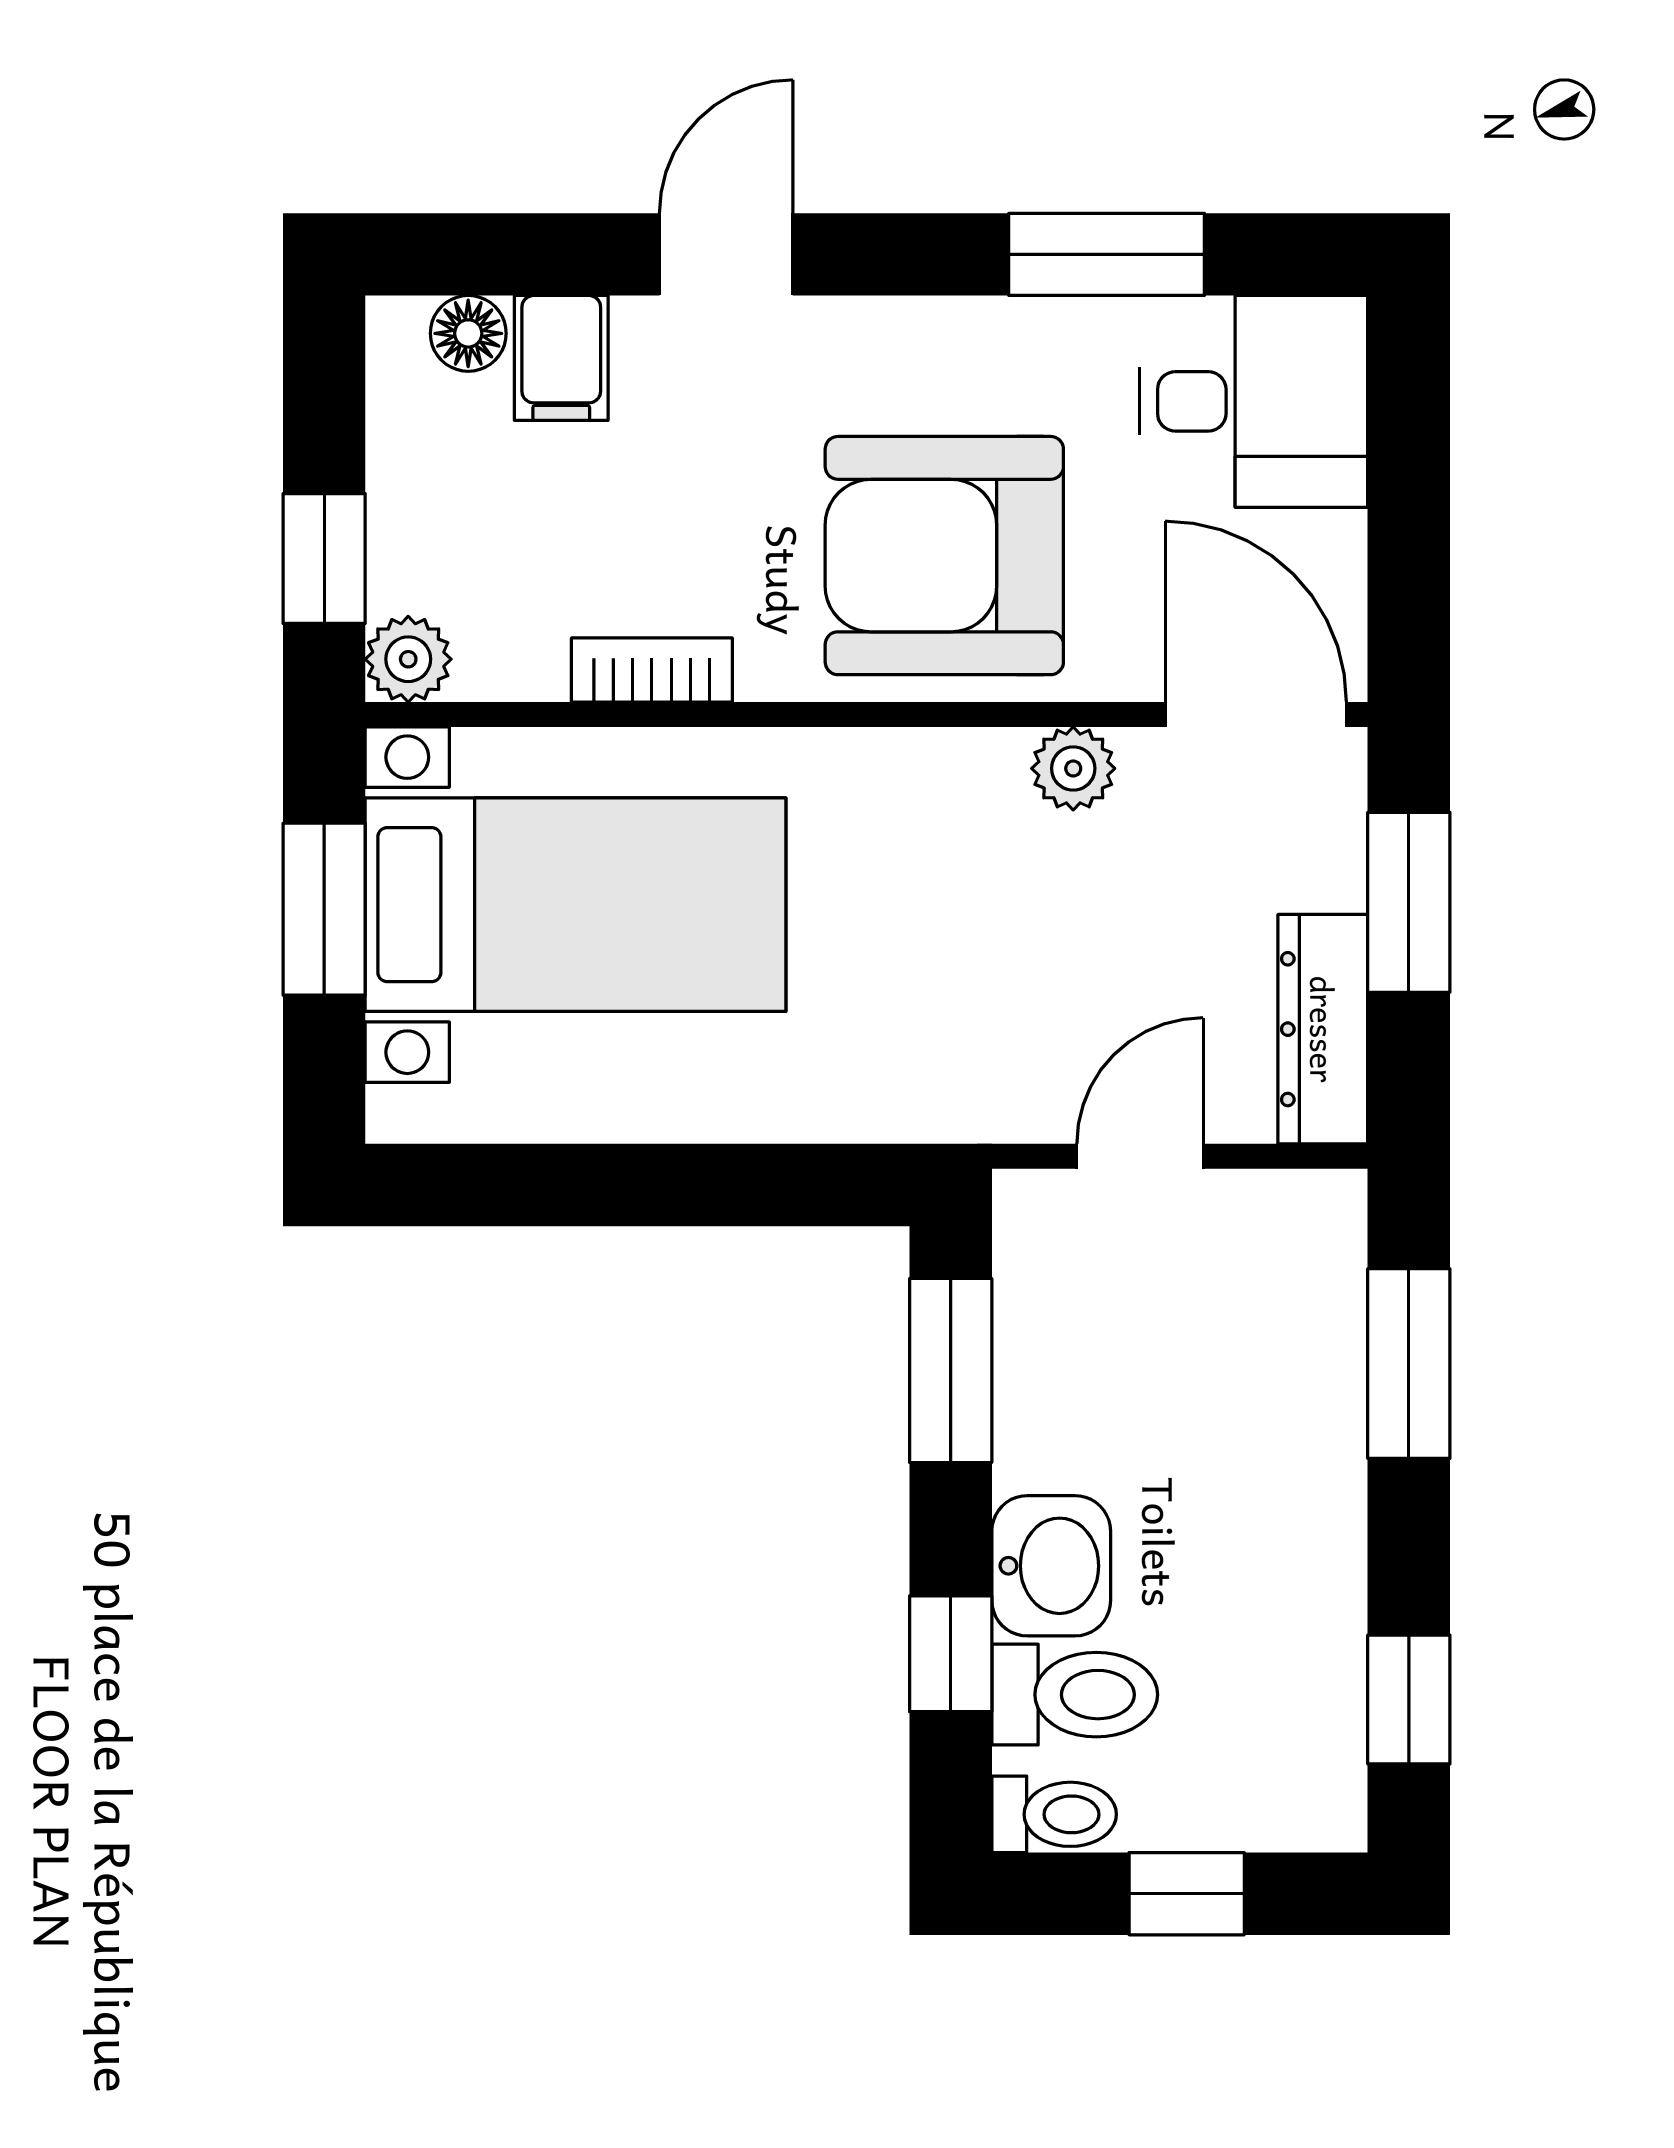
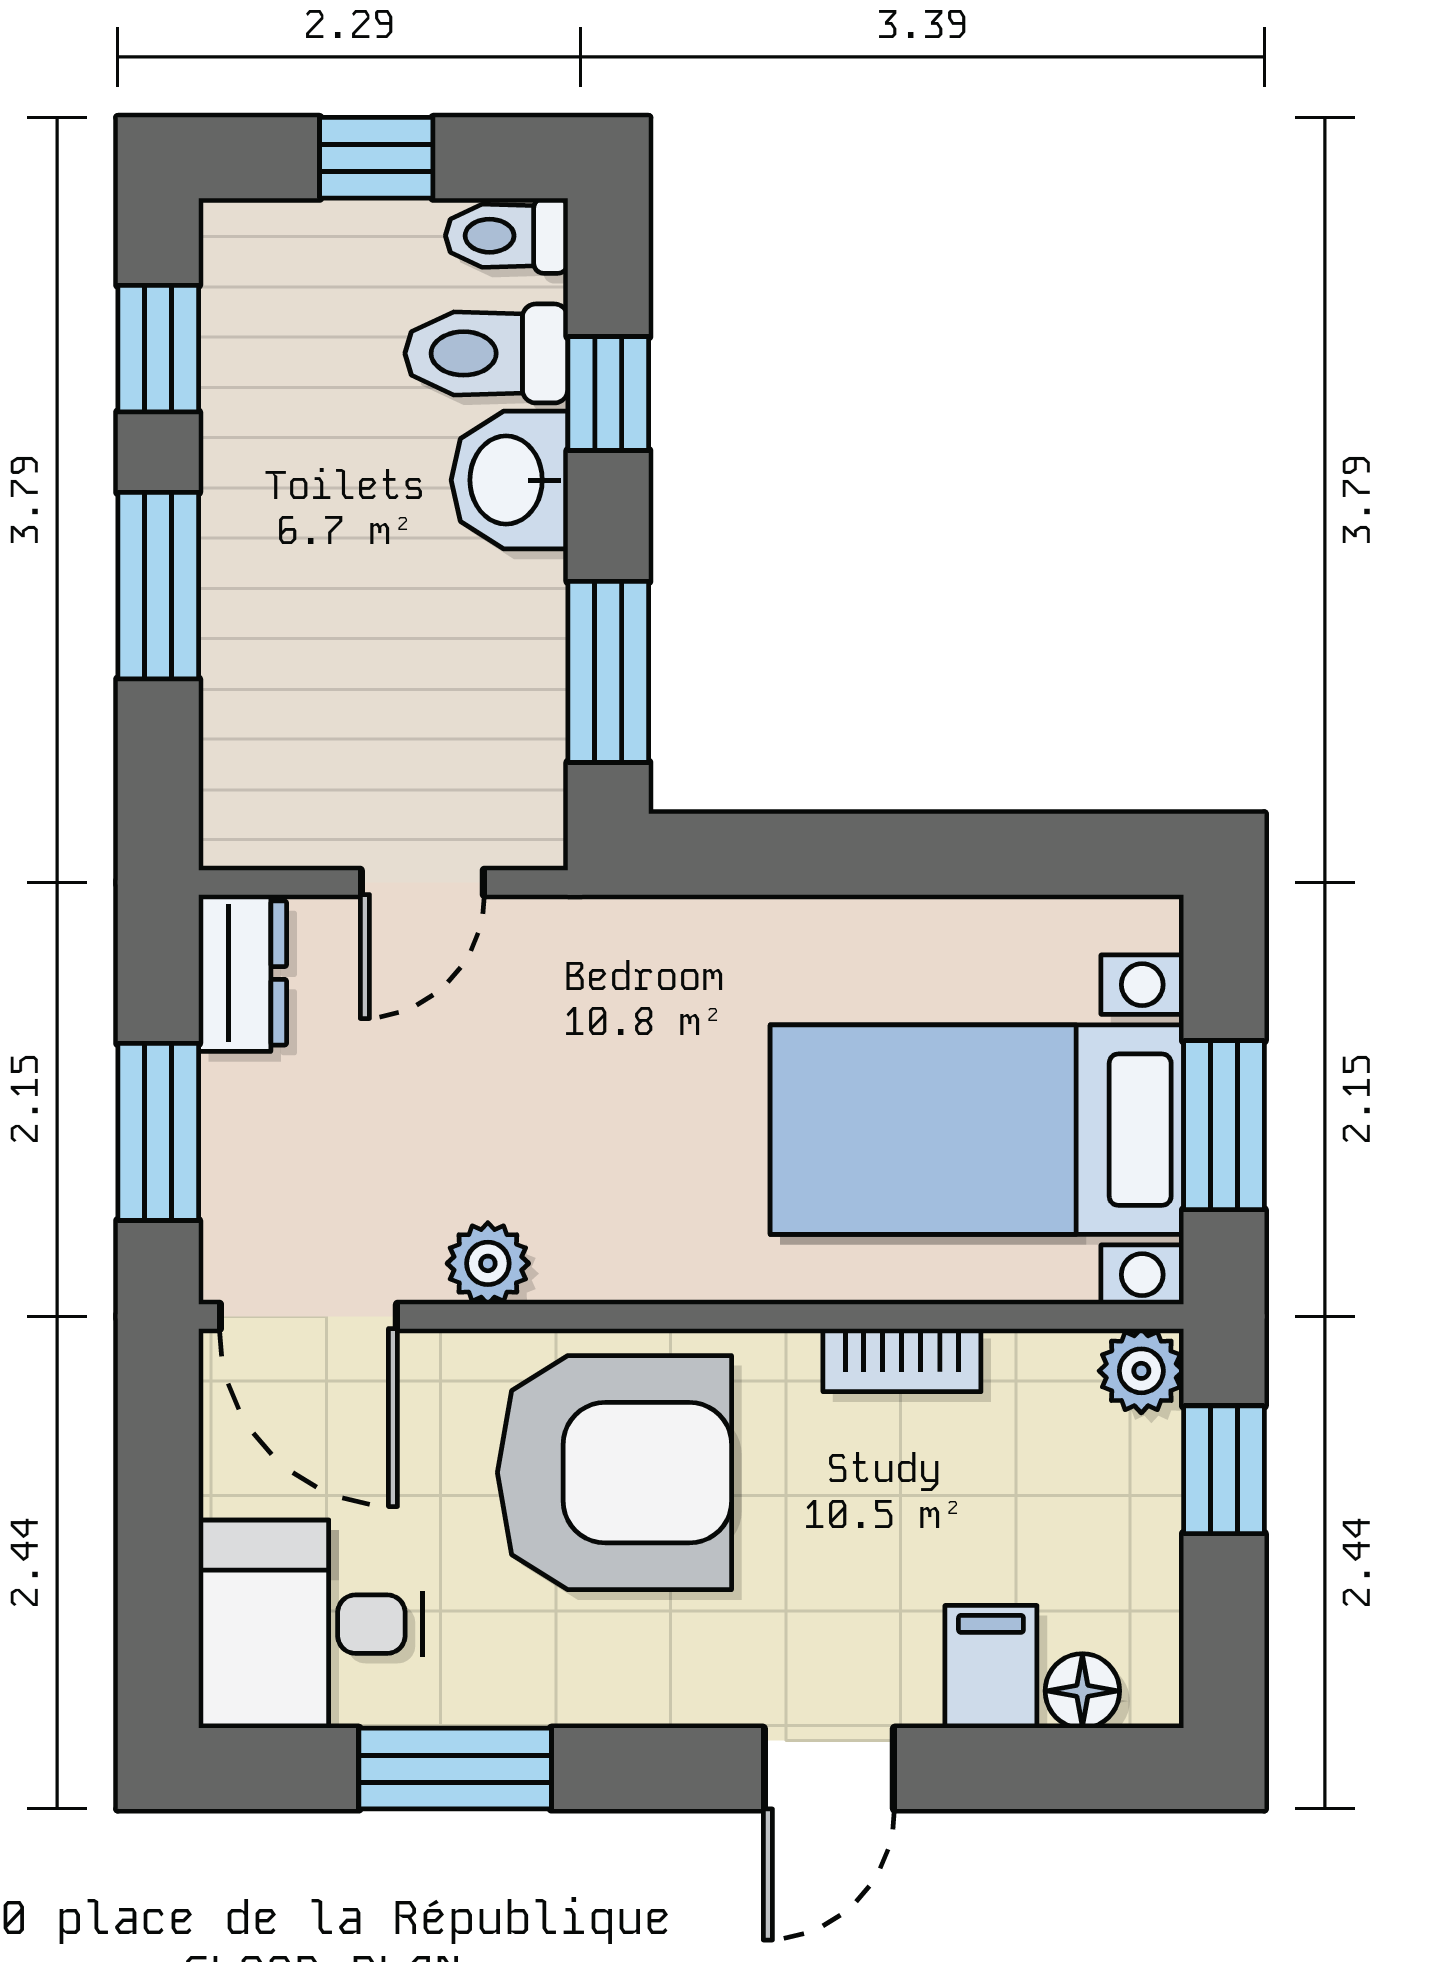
dresser: (1323, 1029) -> (243, 973), width x0.70
window: (1409, 1364) -> (158, 586), moved

